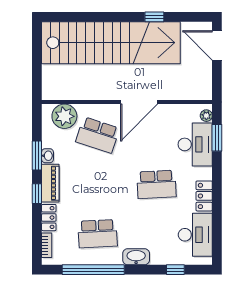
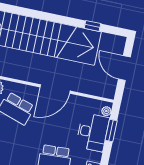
window: (154, 17) -> (92, 26), moved
door: (217, 45) -> (124, 68), moved

